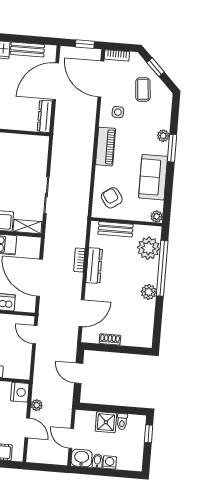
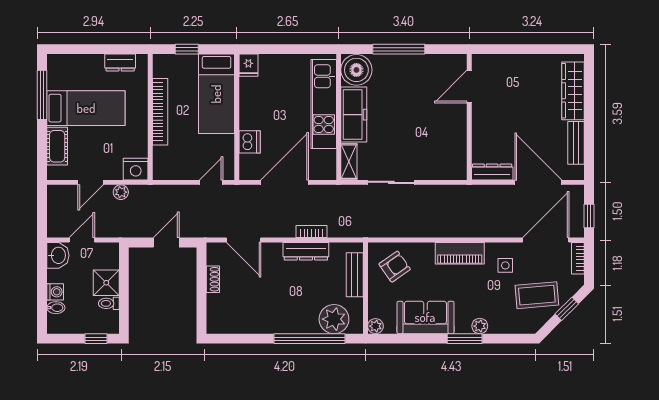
coffee table: (143, 89) -> (537, 295), width x1.36, depth x1.30
plant: (149, 292) -> (278, 324), removed
bidet: (97, 461) -> (56, 308), moved

